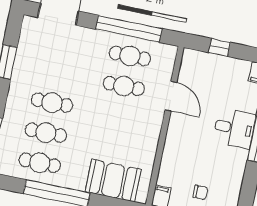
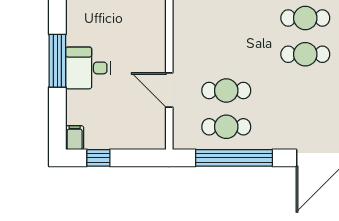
window: (220, 47) -> (98, 158), moved

